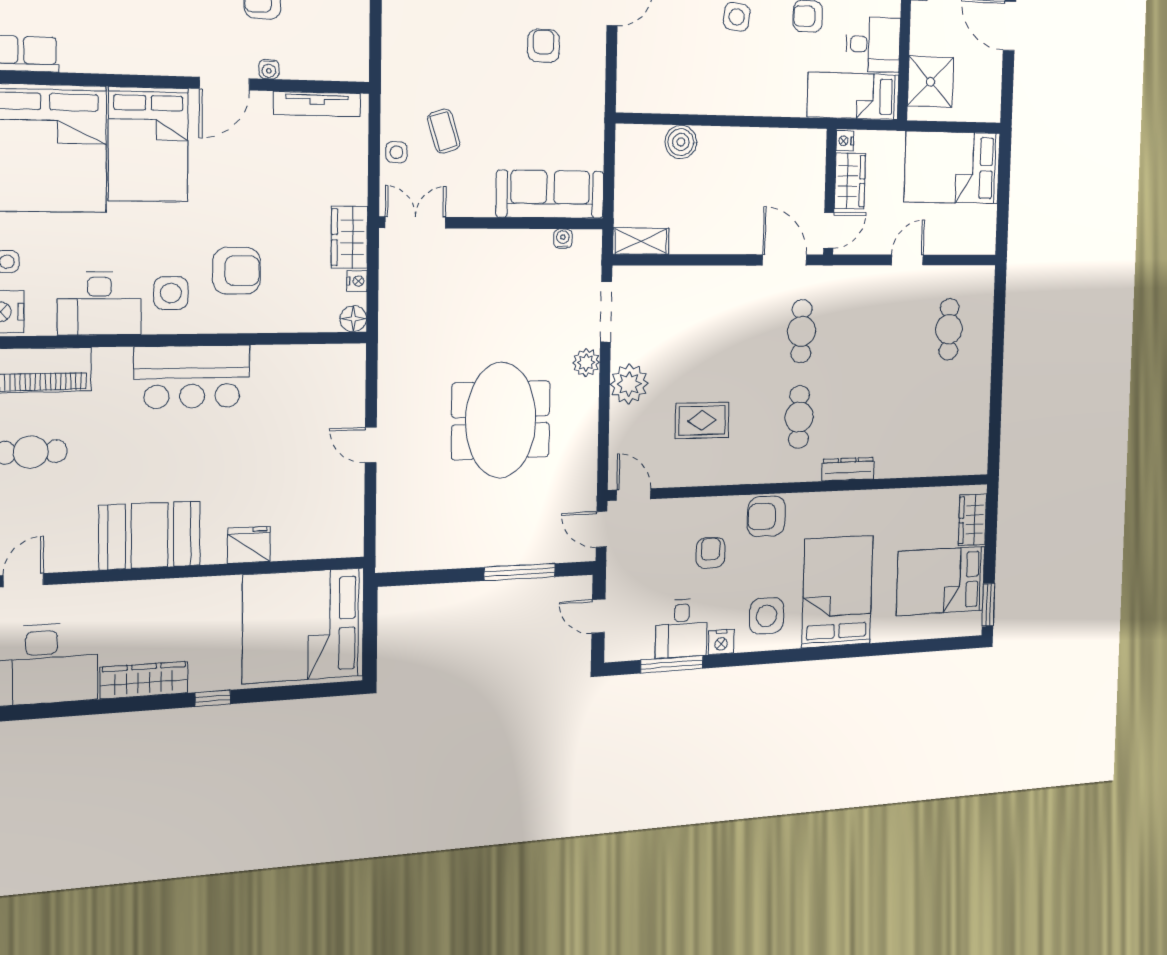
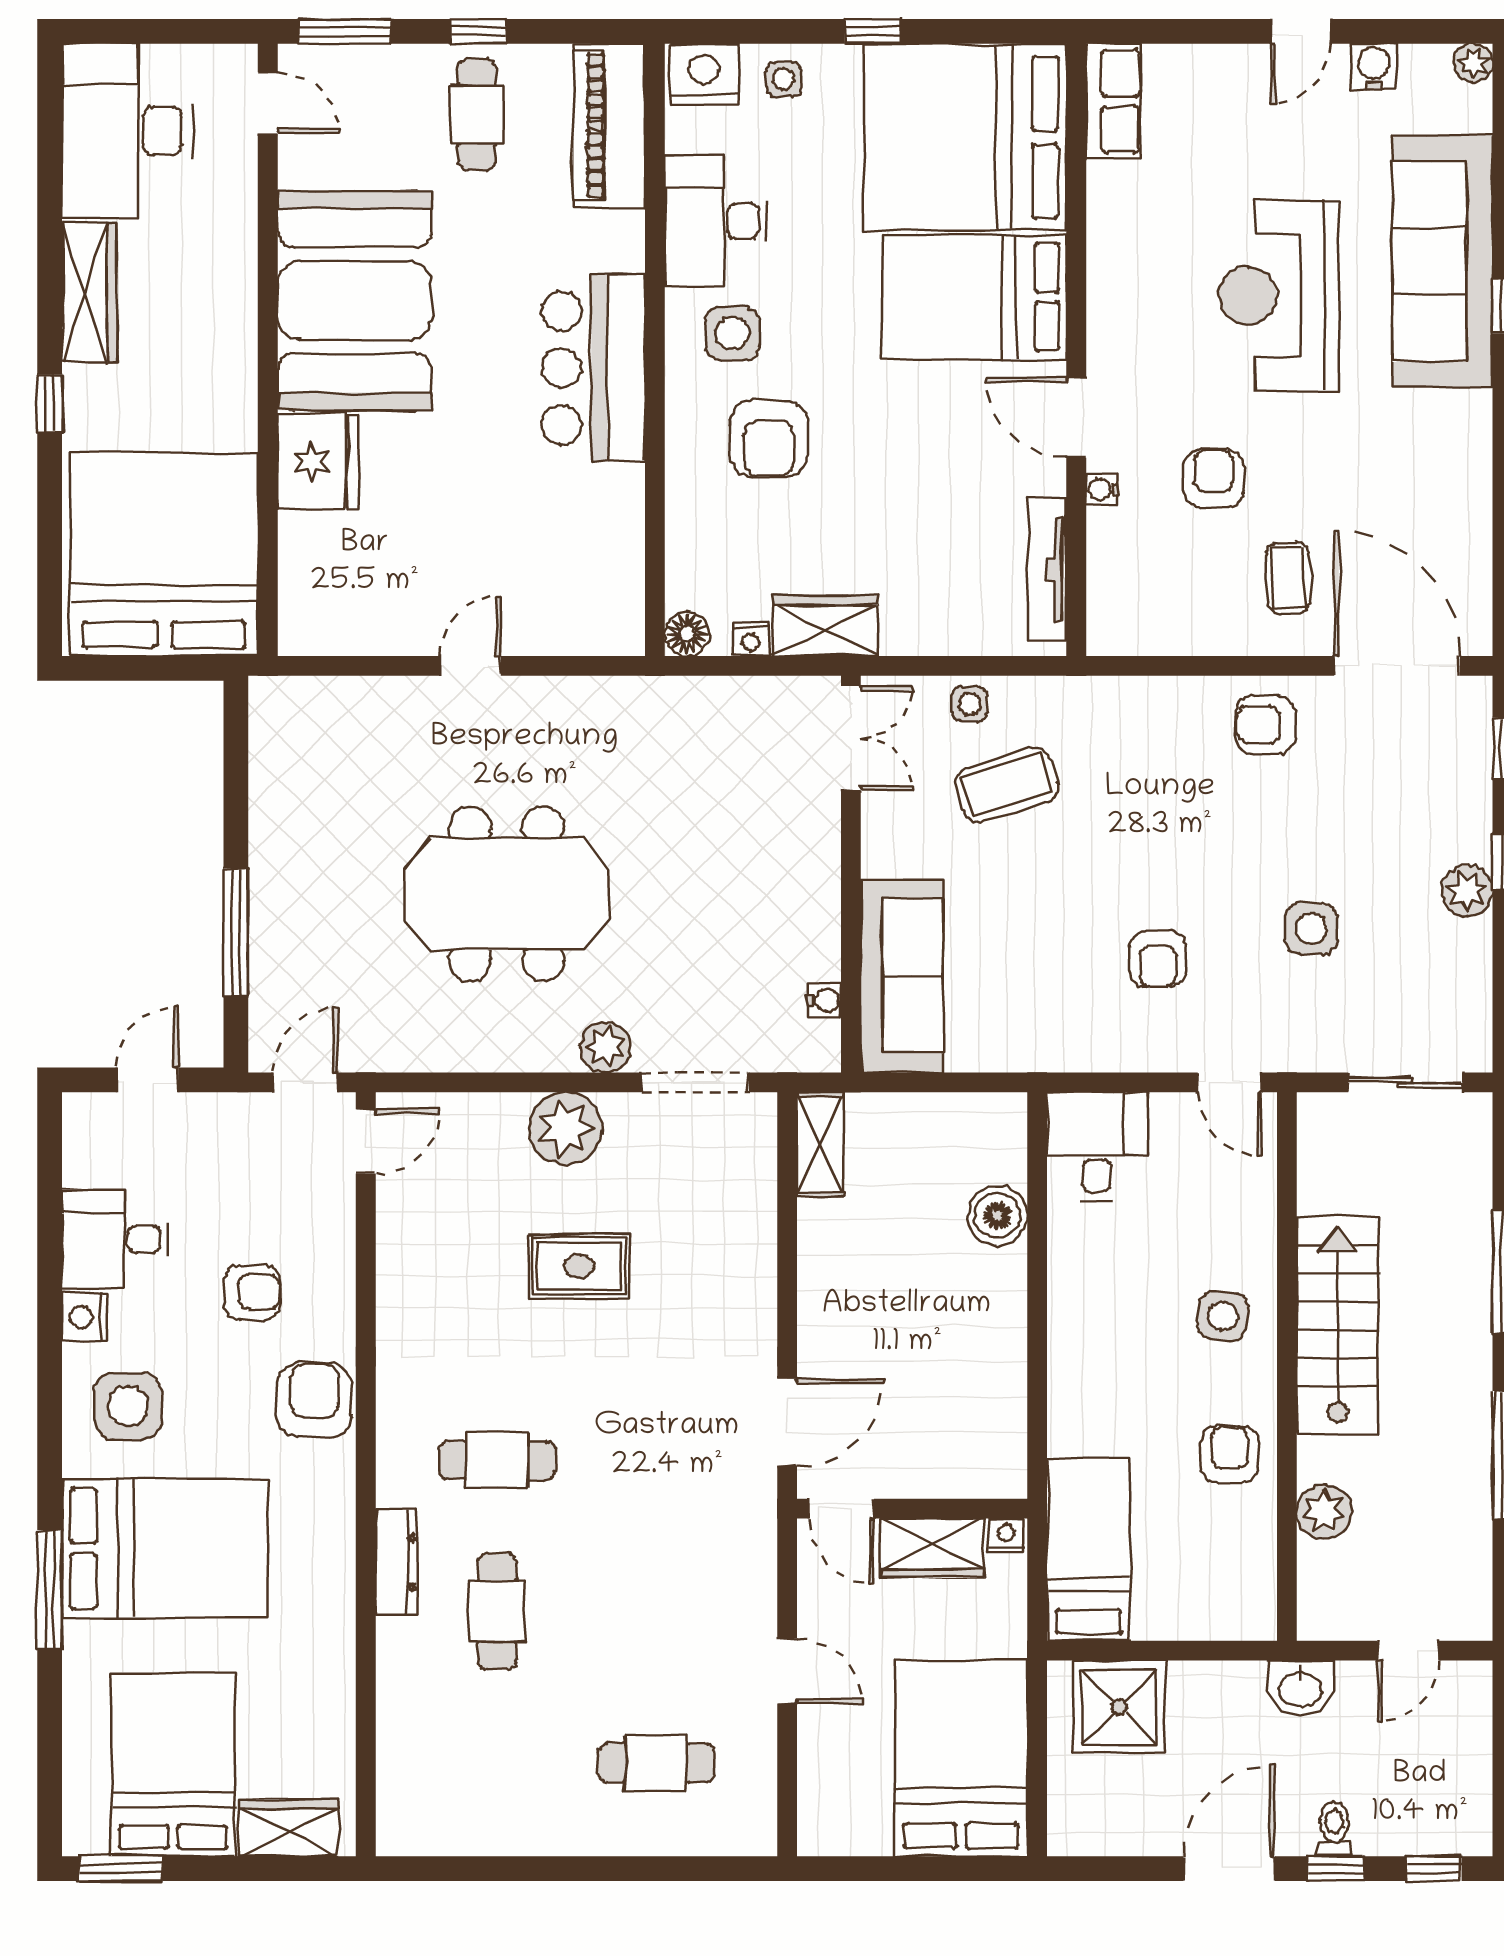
desk: (873, 44) -> (1097, 1146), moved, turned 180
armchair: (544, 46) -> (1158, 959), turned 90
coffee table: (444, 131) -> (1007, 785), width x1.36, depth x1.30
cafe table: (802, 331) -> (497, 1611), moved, turned 90
rug: (702, 420) -> (579, 1266), moved, turned 90
booth: (150, 535) -> (355, 300), width x1.36, depth x1.42
fridge: (249, 545) -> (318, 462), width x1.36, depth x1.34
window: (672, 664) -> (50, 1590), moved

